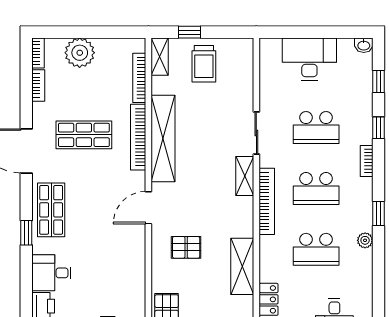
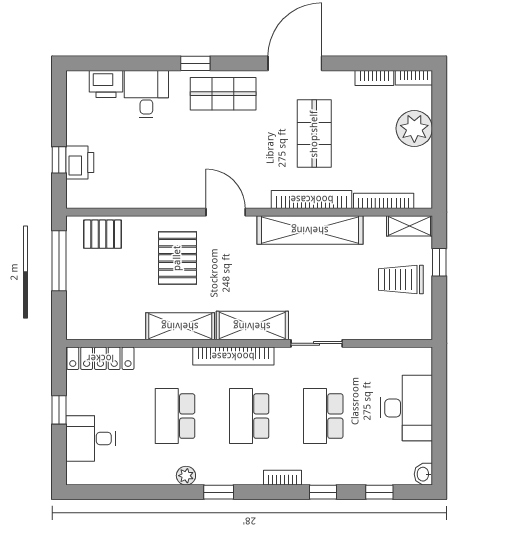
shelving: (245, 176) -> (252, 326), width x1.50, depth x1.33
pallet: (186, 247) -> (177, 258), width x1.50, depth x1.42
shelving: (242, 266) -> (180, 326), moved

